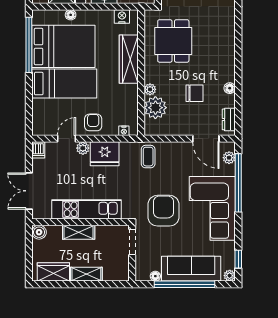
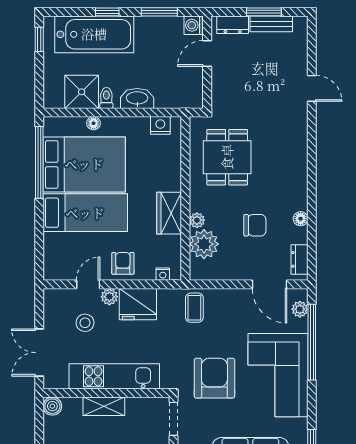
wardrobe: (129, 59) -> (169, 213), moved, width x0.67
dishwasher: (38, 150) -> (51, 299), removed
stool: (64, 168) -> (85, 323), added

